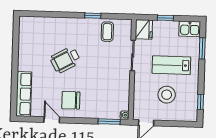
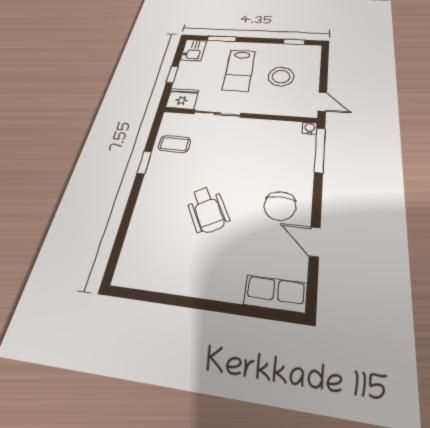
row of seats: (24, 94) -> (276, 294), width x0.68
door: (52, 120) -> (315, 242), hinge flipped
window: (109, 122) -> (320, 150), width x1.44

